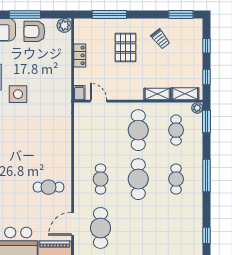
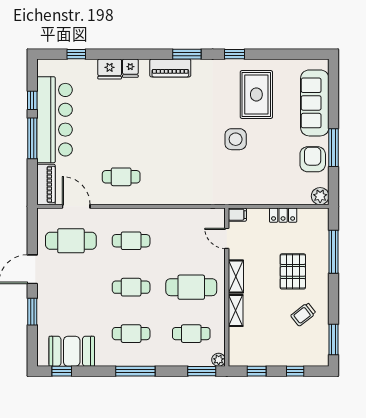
pallet: (125, 48) -> (293, 271), turned 90
shelving: (185, 94) -> (236, 276), moved
door: (99, 101) -> (227, 238), swing flipped
cafe table: (138, 179) -> (131, 287), width x0.73, depth x0.74
cafe table: (49, 187) -> (121, 177), turned 90
booth: (190, 227) -> (72, 351), added

